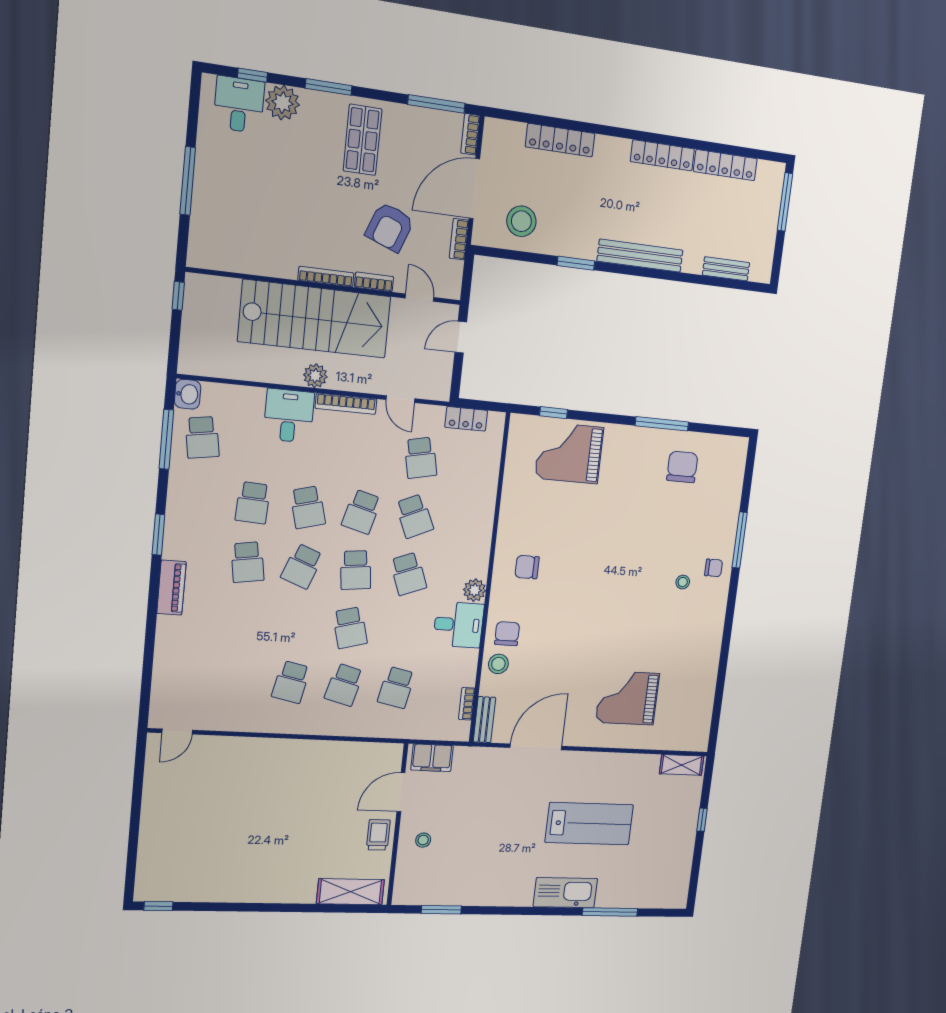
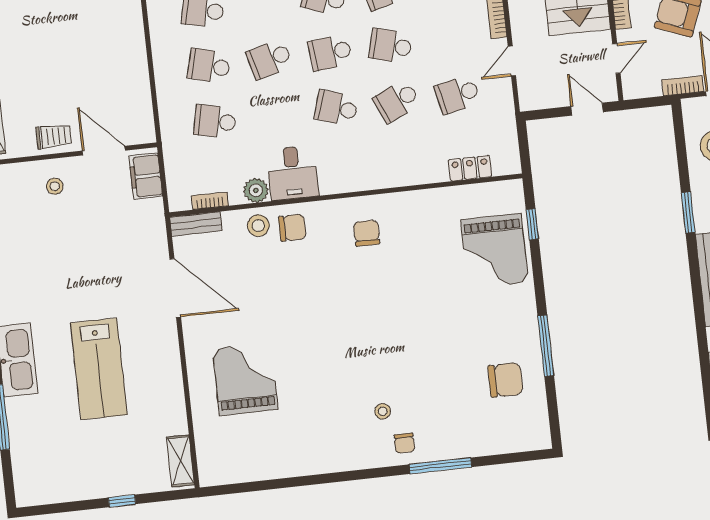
locker: (466, 419) -> (470, 168), moved, turned 90
grand piano: (569, 453) -> (495, 251), turned 180
school desk: (408, 574) -> (336, 108), turned 39
plant: (475, 590) -> (256, 190), moved

